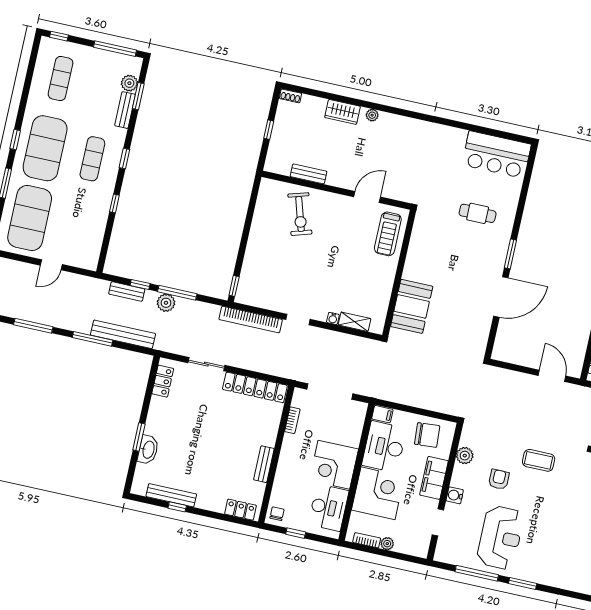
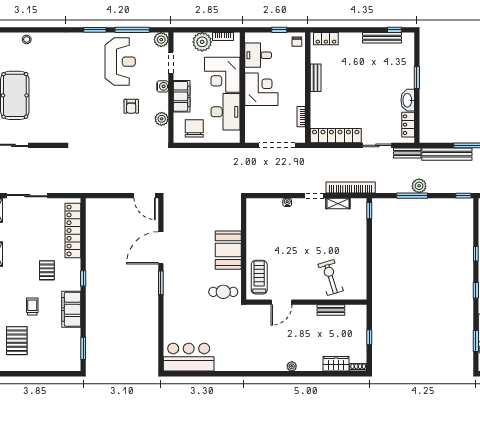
wardrobe: (342, 112) -> (336, 364), moved
cafe table: (478, 213) -> (223, 292), moved
window: (140, 284) -> (463, 196), moved
bench: (127, 291) -> (407, 153), moved
booth: (412, 306) -> (228, 250), moved
shelving: (355, 322) -> (338, 203), moved
door: (552, 376) -> (145, 196), moved
filing cabinet: (382, 414) -> (233, 137), removed
chair: (427, 435) -> (194, 128), turned 94
washbasin: (148, 450) -> (408, 100), moved
coffee table: (539, 460) -> (104, 128), removed
window: (177, 507) -> (394, 30), moved
desk: (328, 508) -> (258, 55), width x0.73
reception desk: (500, 537) -> (120, 62), turned 180
plant: (387, 544) -> (202, 42), width x1.87, depth x1.87
plant: (444, 553) -> (161, 40), added

